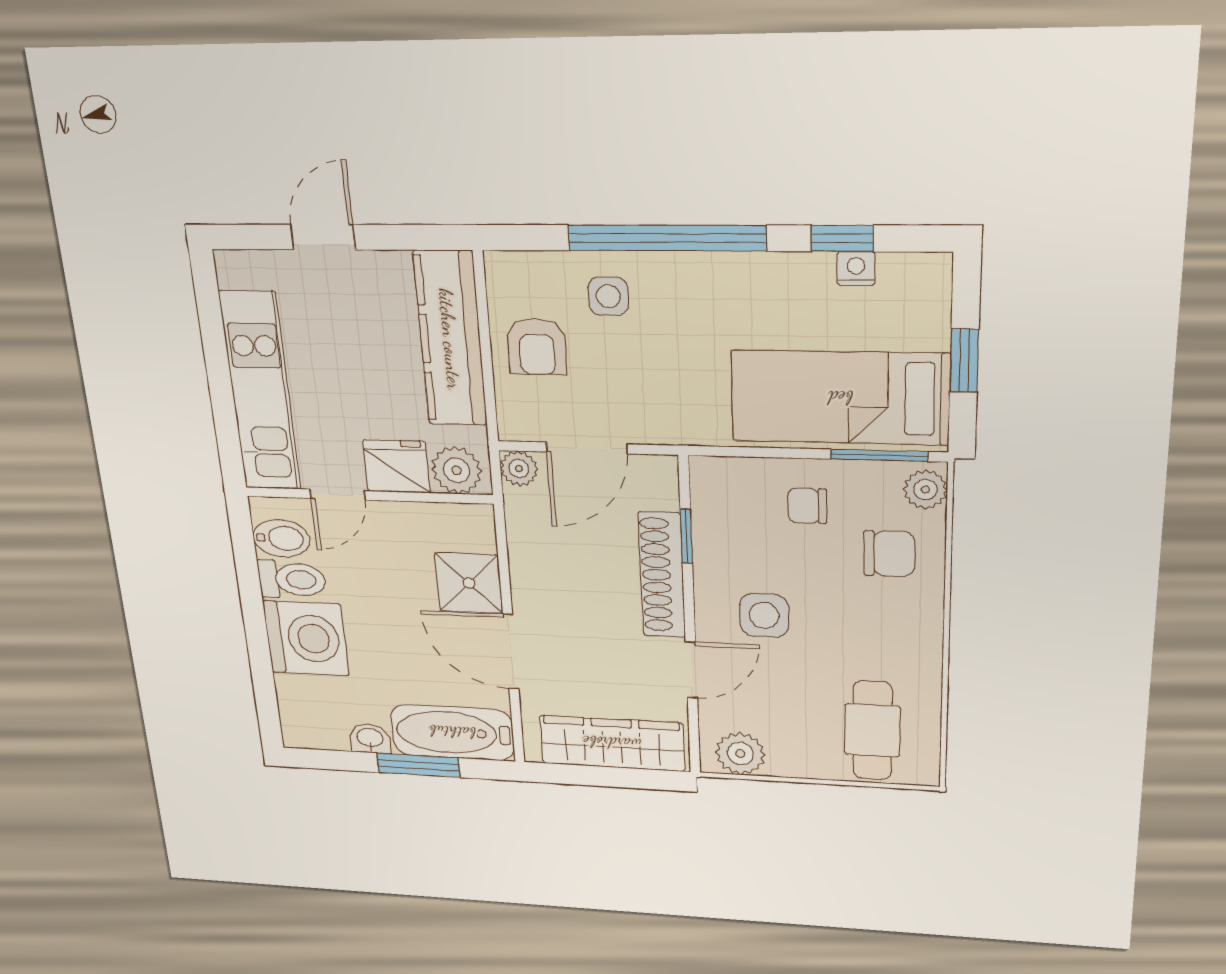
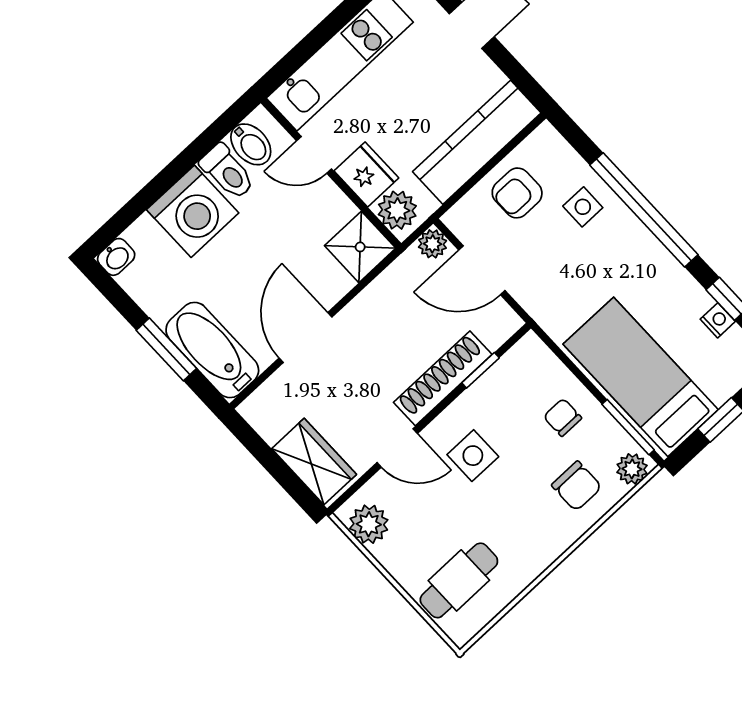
shower: (469, 583) -> (360, 247), moved
washbasin: (370, 738) -> (116, 257), moved, turned 90
wardrobe: (612, 743) -> (314, 462), width x0.67

